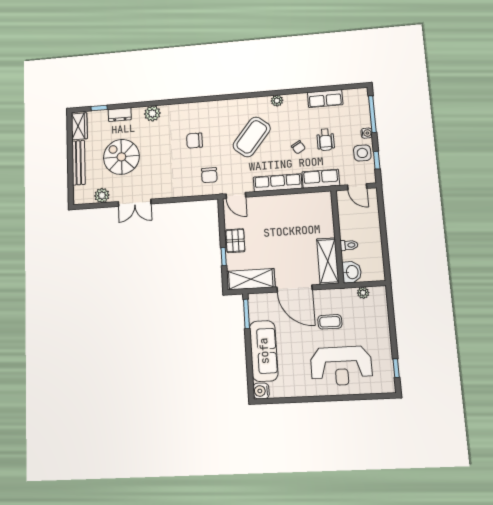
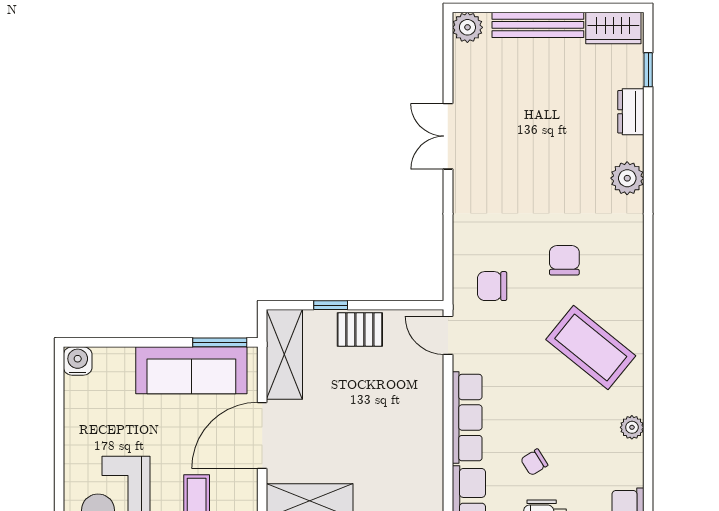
coffee table: (252, 137) -> (591, 348), moved
spiral stairs: (121, 157) -> (543, 113), removed
plant: (102, 195) -> (467, 27), moved
door: (236, 195) -> (448, 335), hinge flipped
sofa: (264, 351) -> (191, 370), moved

